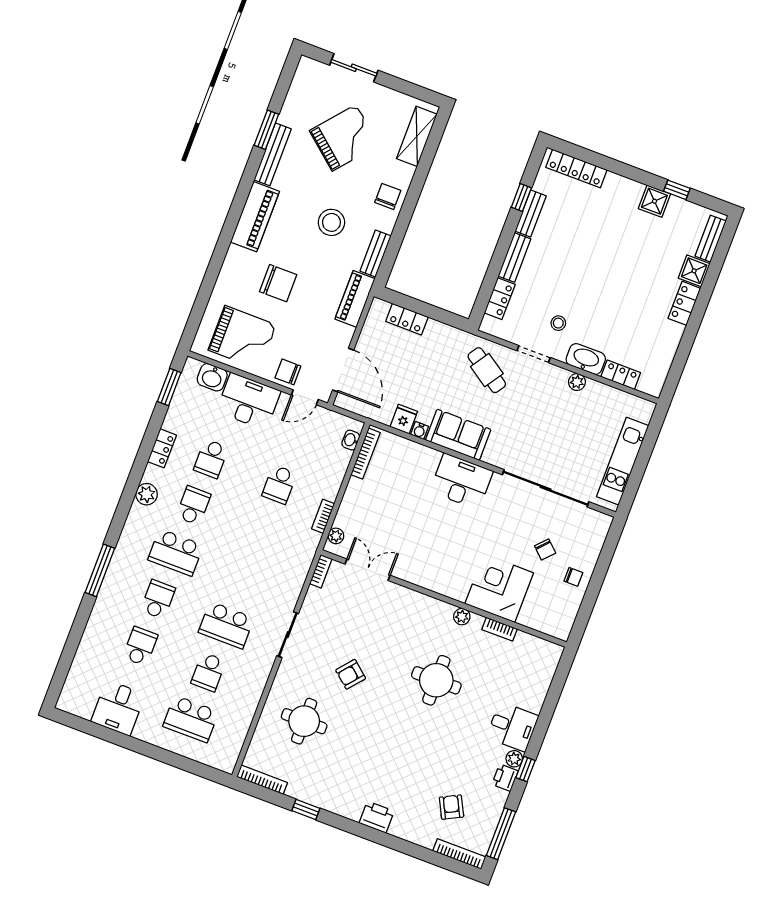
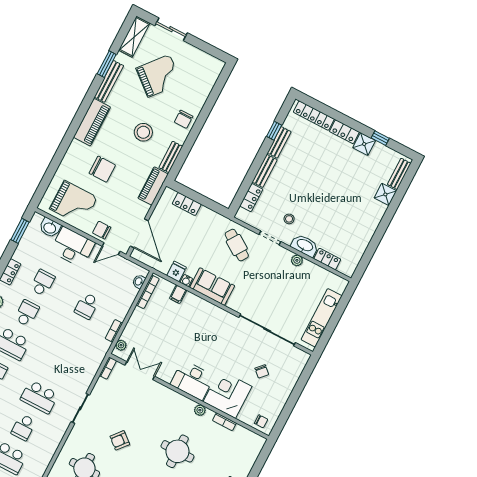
shelving: (417, 136) -> (134, 37), moved
chair: (388, 196) -> (184, 119), turned 180
locker: (684, 303) -> (344, 132), moved, turned -90
filing cabinet: (410, 452) -> (178, 294), added
school desk: (211, 459) -> (43, 283), turned 180
desk: (461, 481) -> (192, 380), moved, turned 180
chair: (573, 577) -> (261, 421), moved

